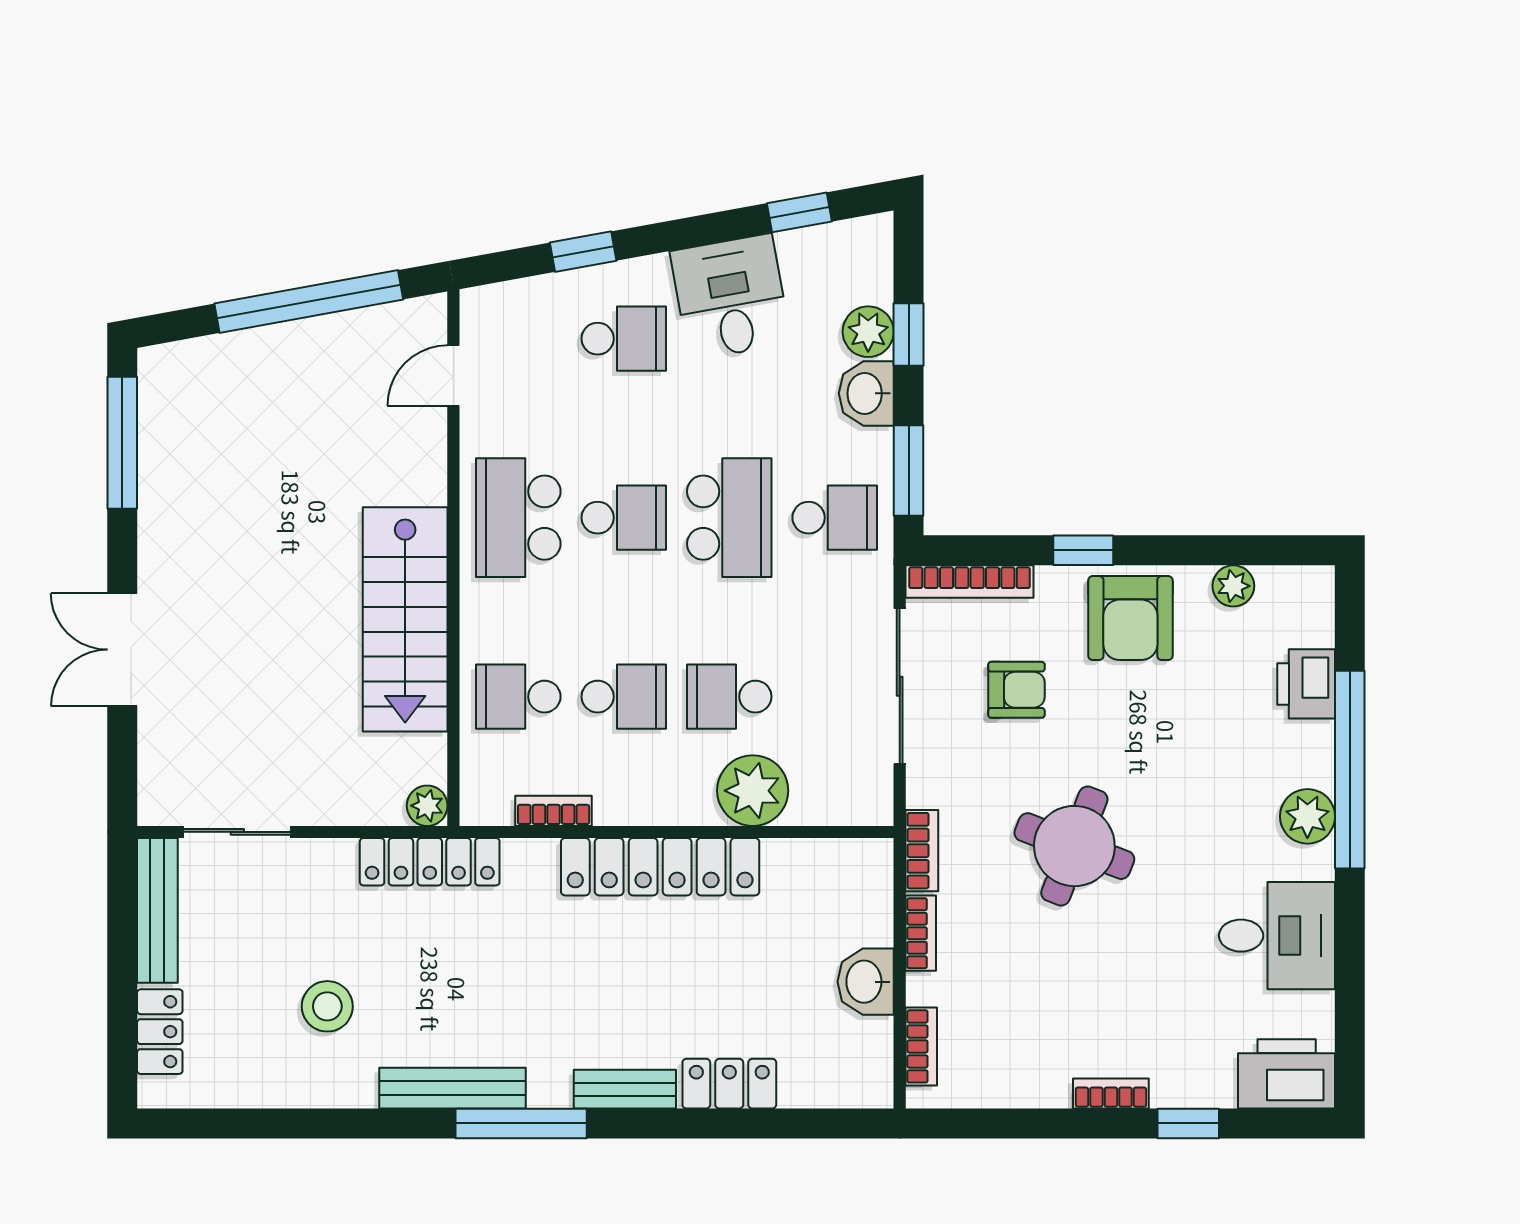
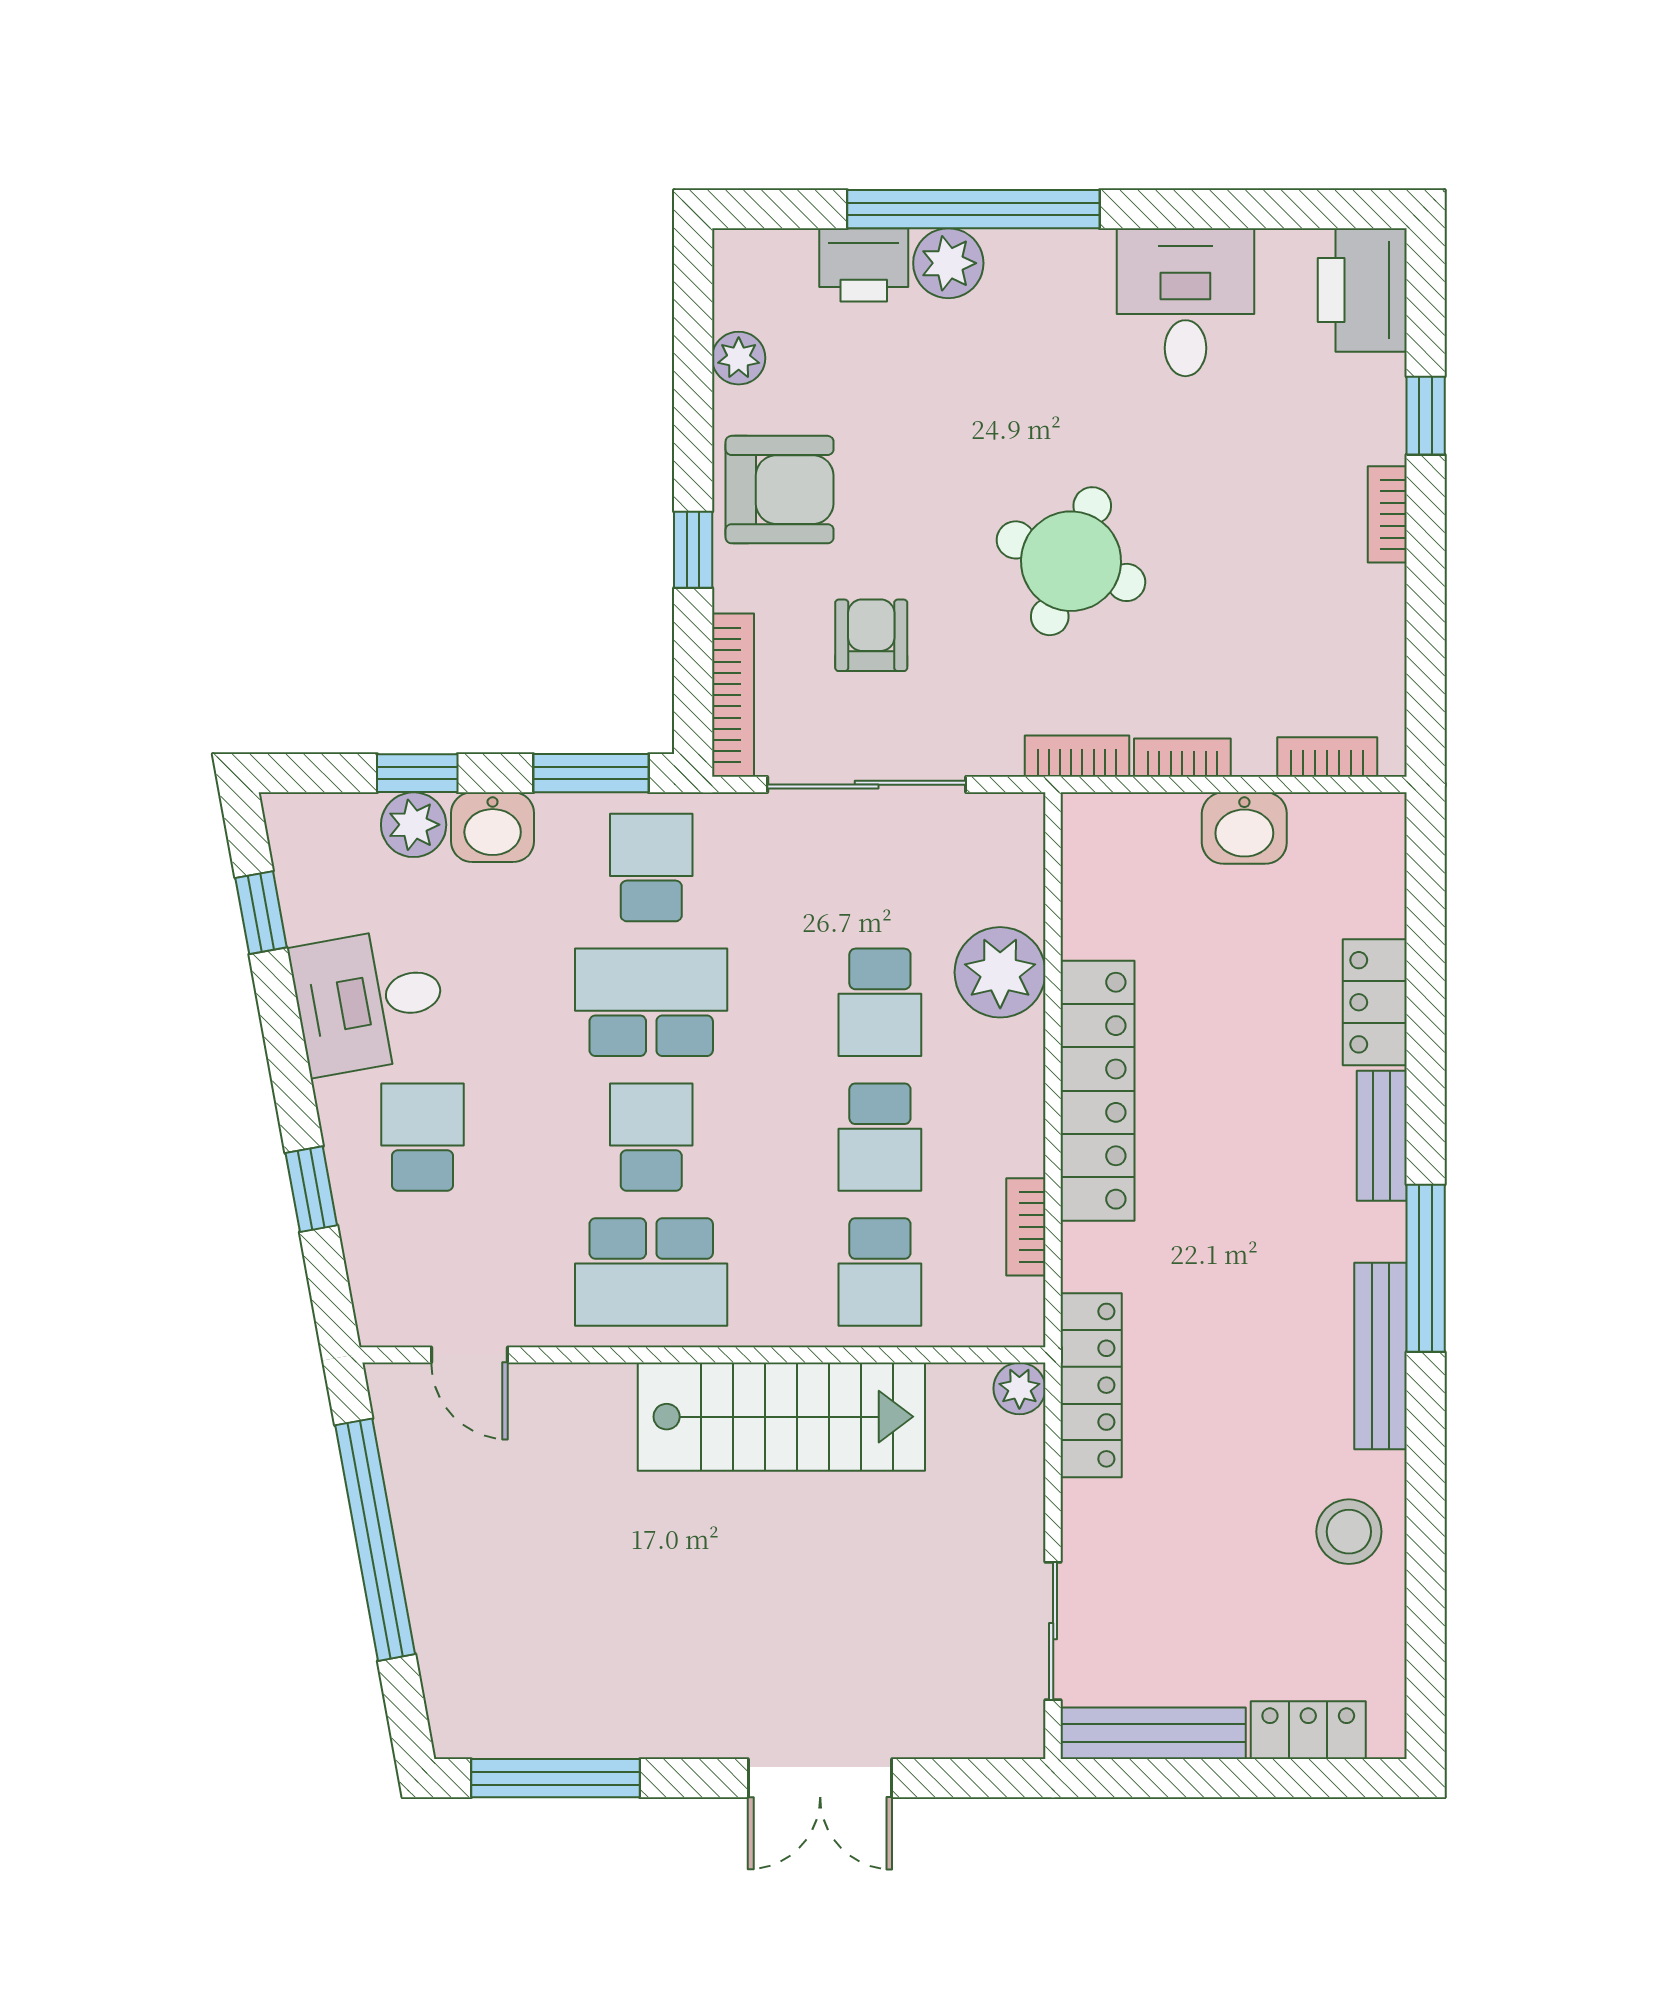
school desk: (624, 697) -> (880, 1137), turned 180
plant: (1307, 816) -> (948, 263), moved
stool: (327, 1006) -> (1349, 1532), moved

